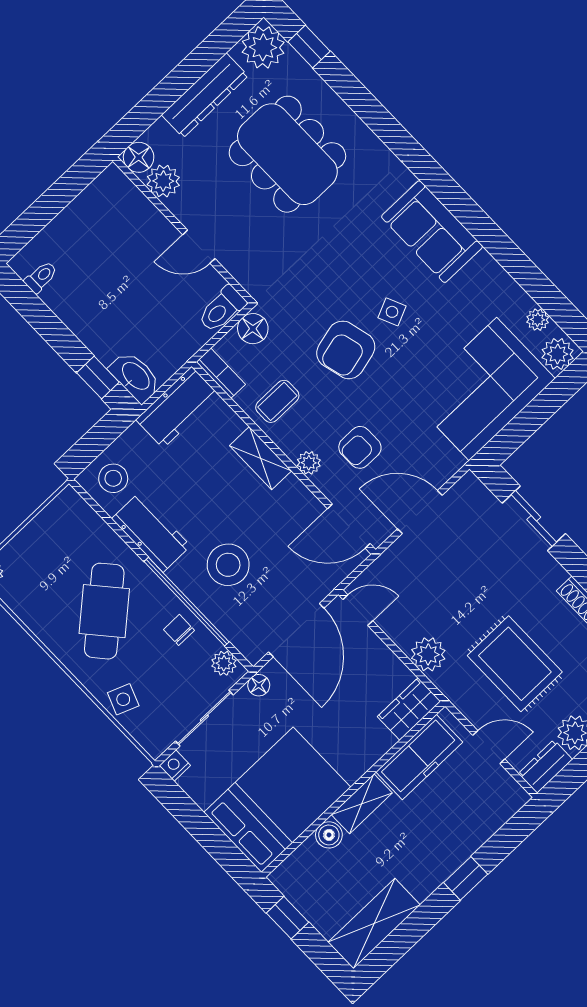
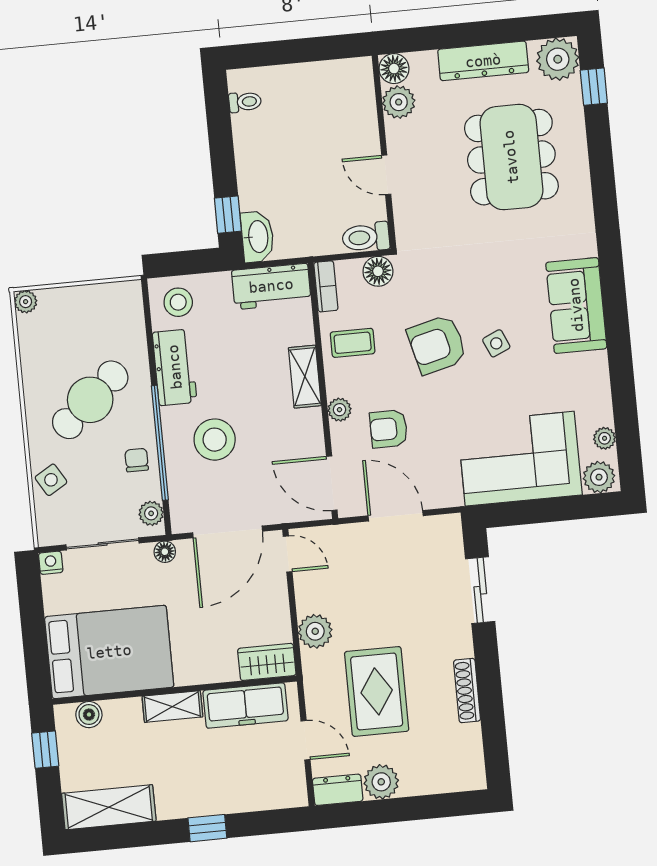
side table: (123, 699) -> (51, 480), turned 38
boiler: (329, 835) -> (89, 715), moved

